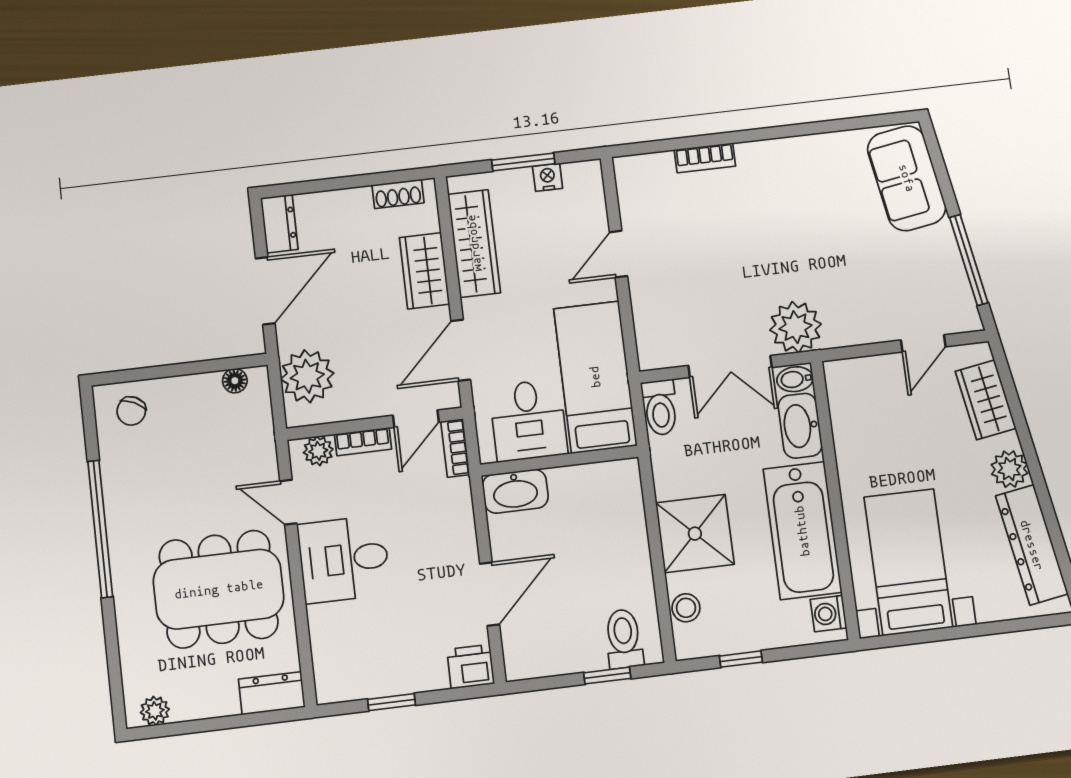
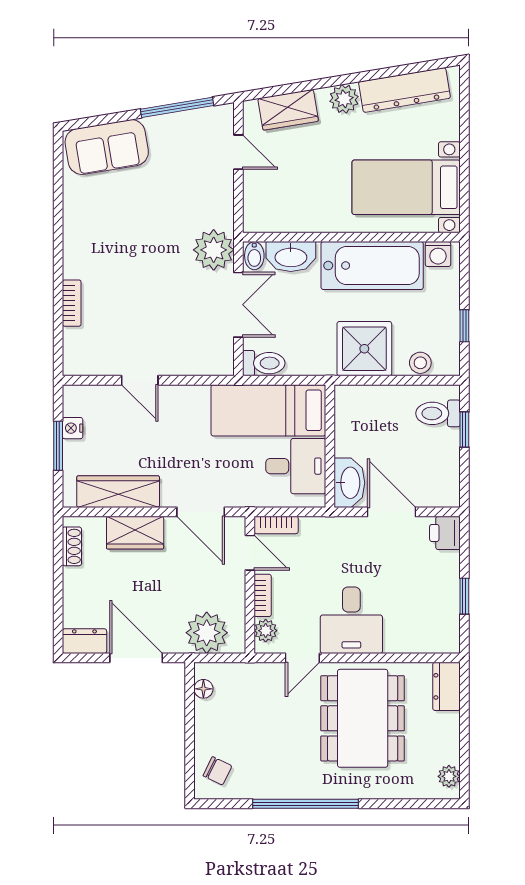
bed: (595, 377) -> (268, 410), moved
desk: (528, 420) -> (296, 466), moved
wall: (559, 461) -> (330, 446), moved
washbasin: (515, 491) -> (349, 483), moved

